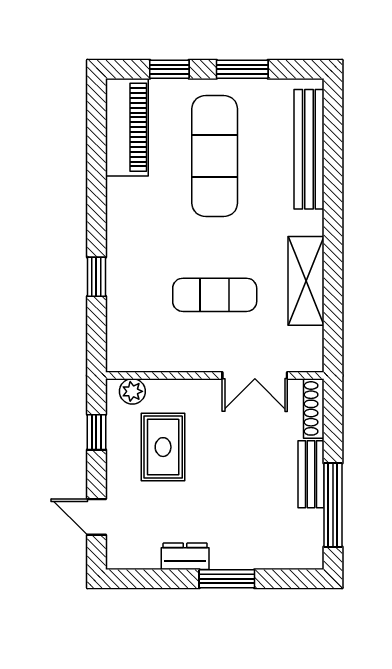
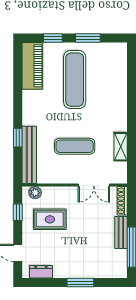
bench: (309, 149) -> (29, 155), moved
shelving: (306, 281) -> (121, 147), width x0.67, depth x0.75
rug: (163, 447) -> (50, 219), turned 90
dresser: (185, 556) -> (41, 272), moved

